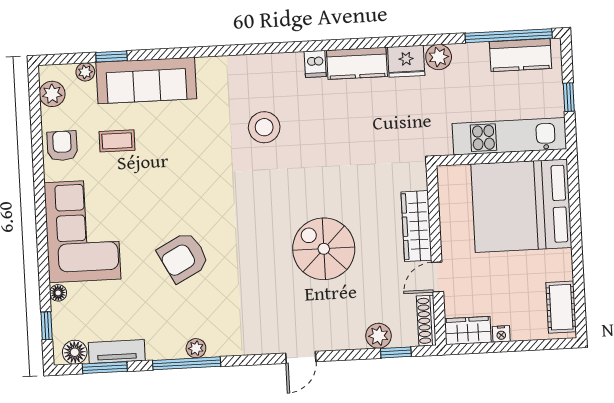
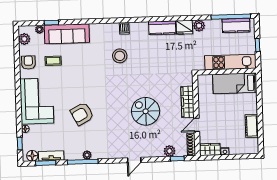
dishwasher: (315, 64) -> (124, 28), moved
bed: (521, 206) -> (235, 83), width x0.49
cot: (561, 307) -> (252, 126), moved

